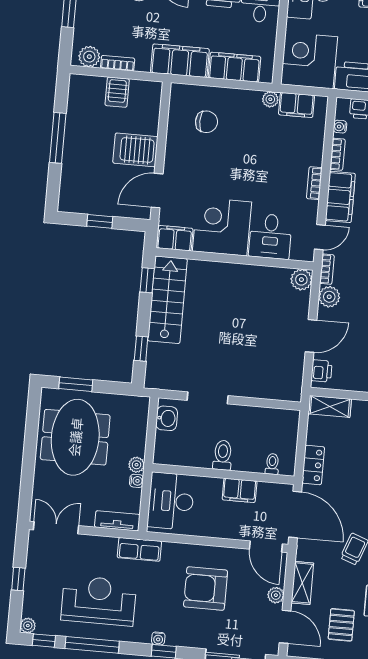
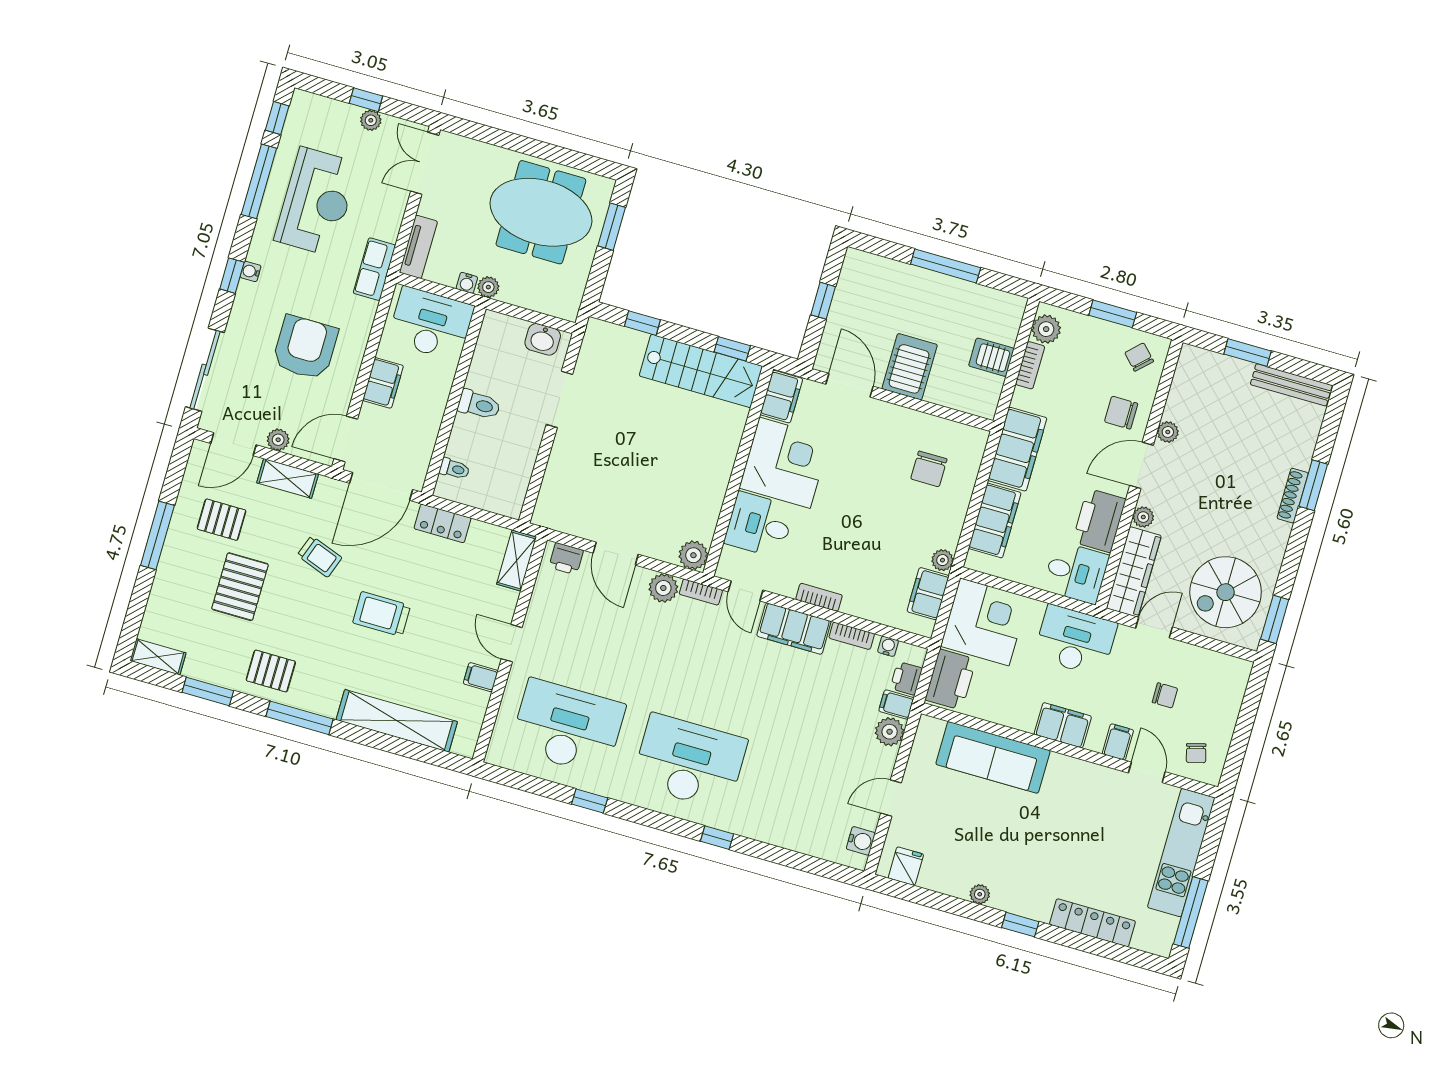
filing cabinet: (240, 490) -> (383, 383), moved, turned 180
double door: (56, 528) -> (425, 163), swing flipped
plant: (28, 626) -> (371, 120), moved

